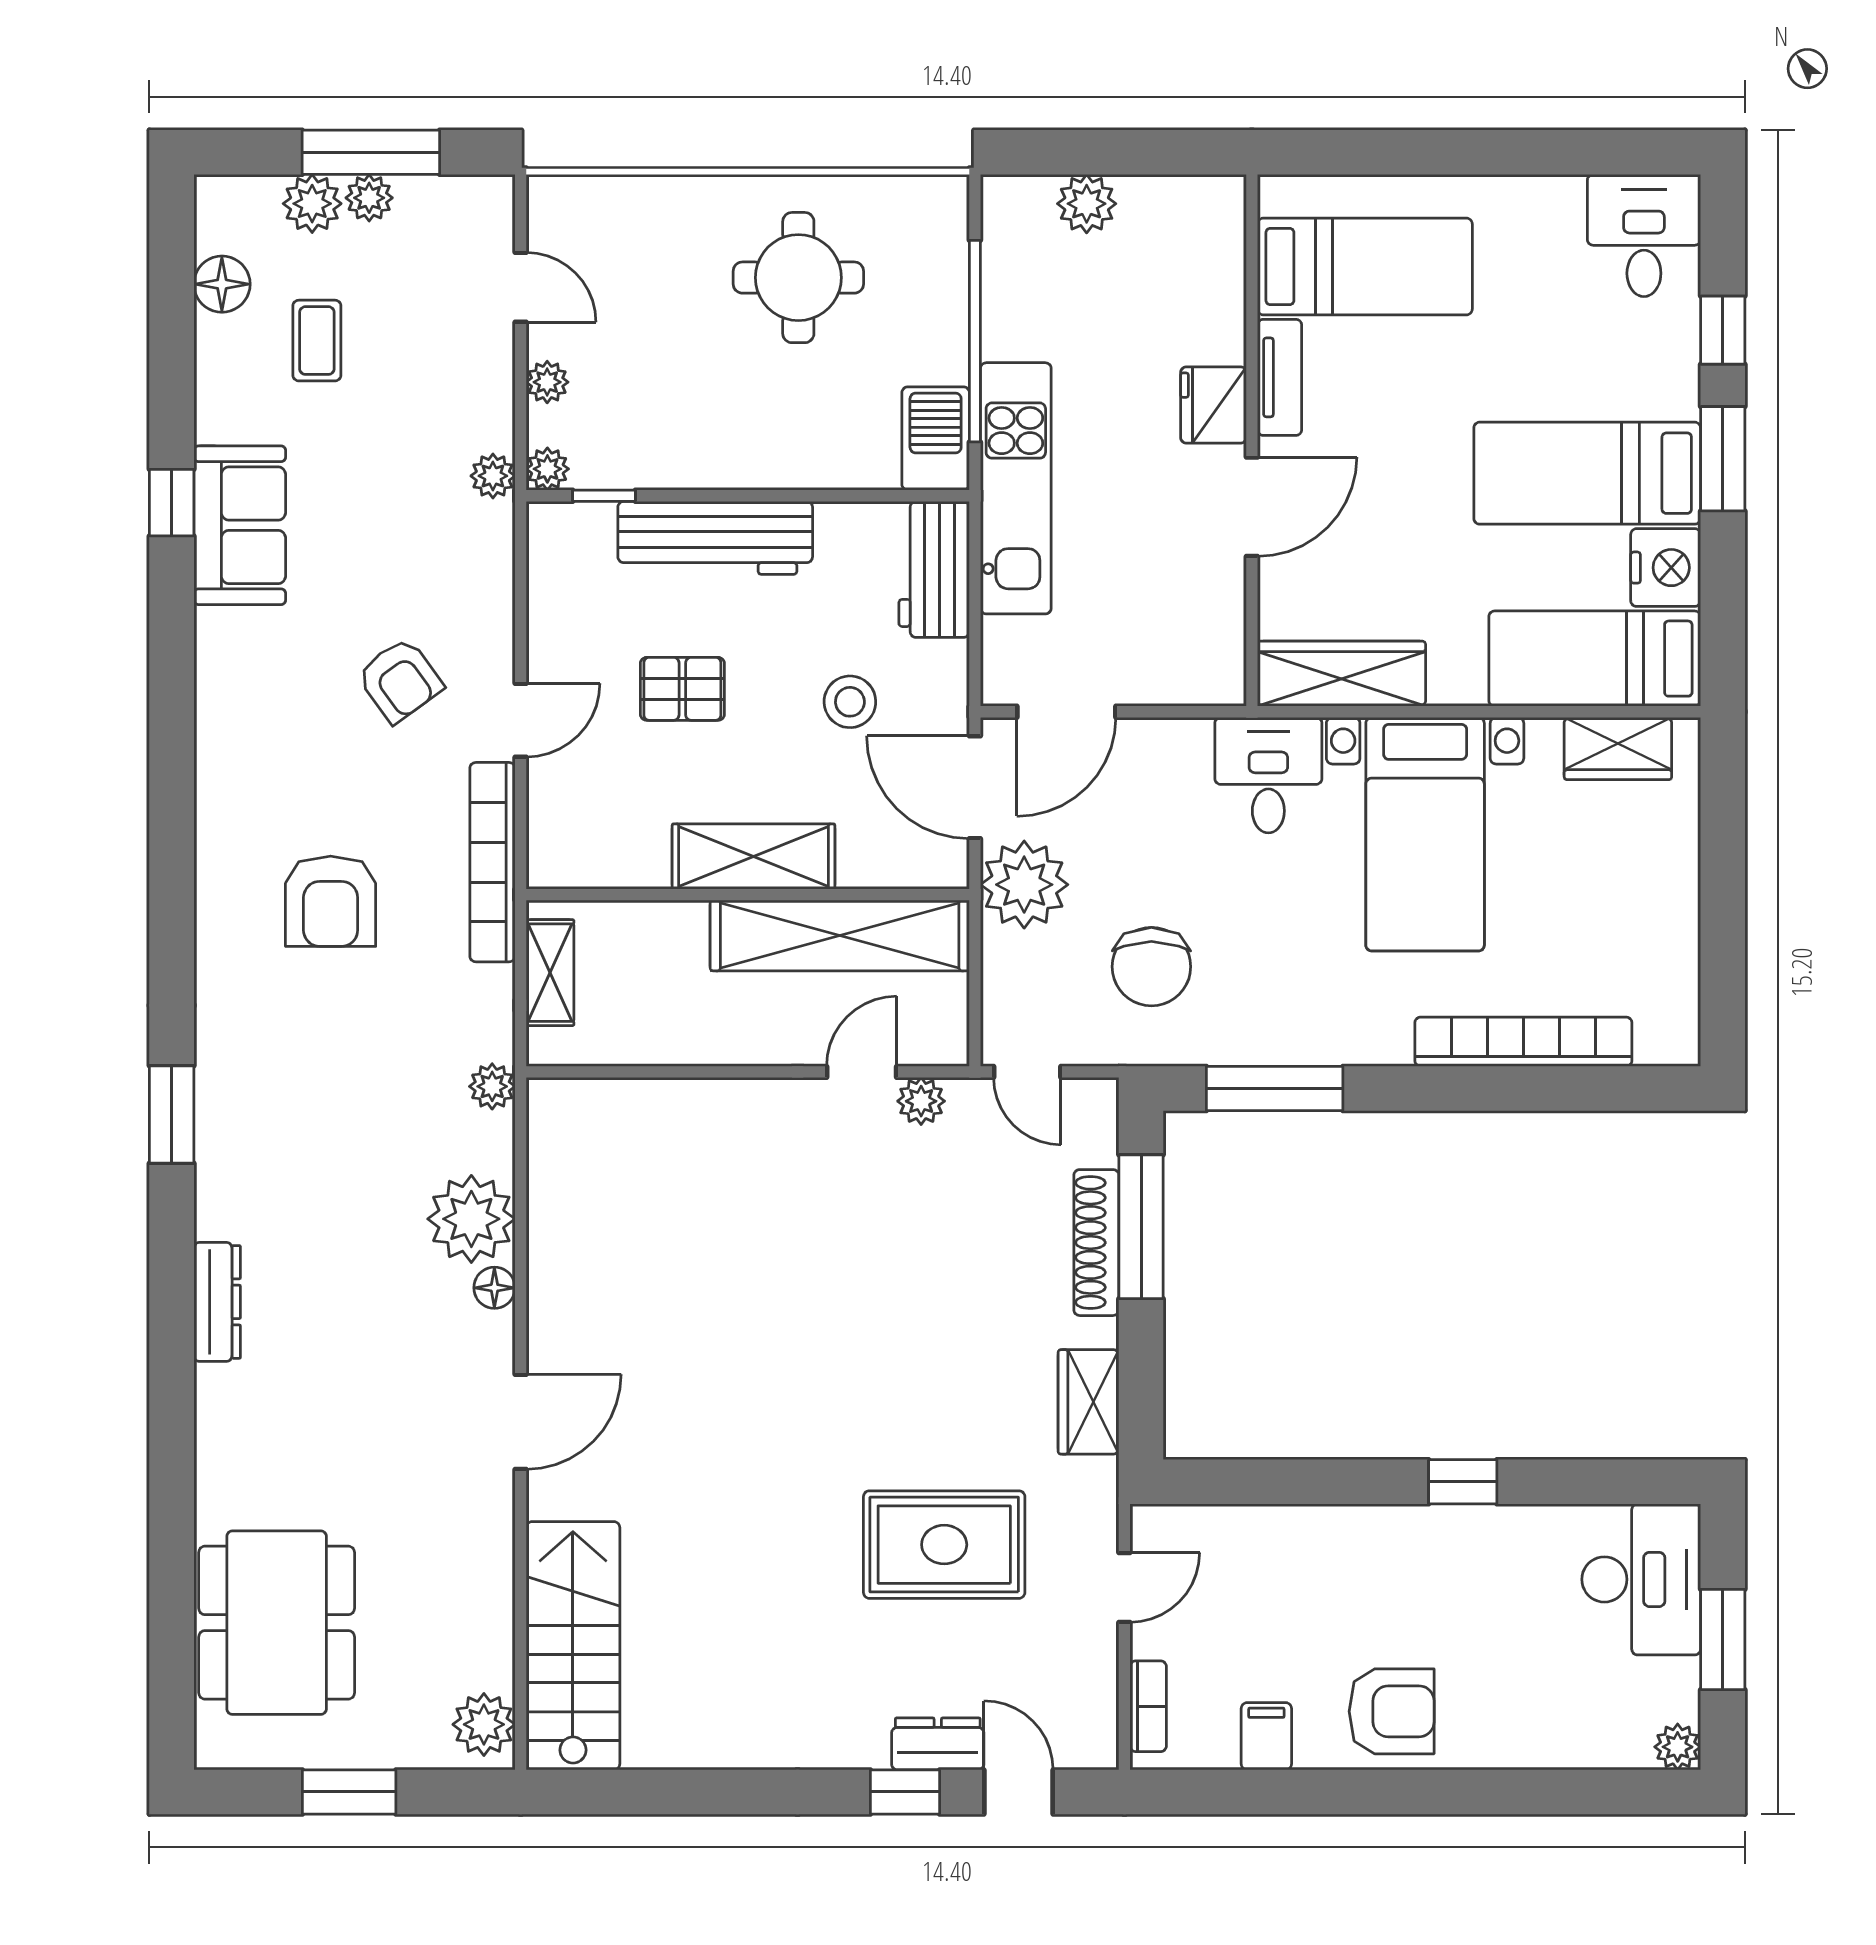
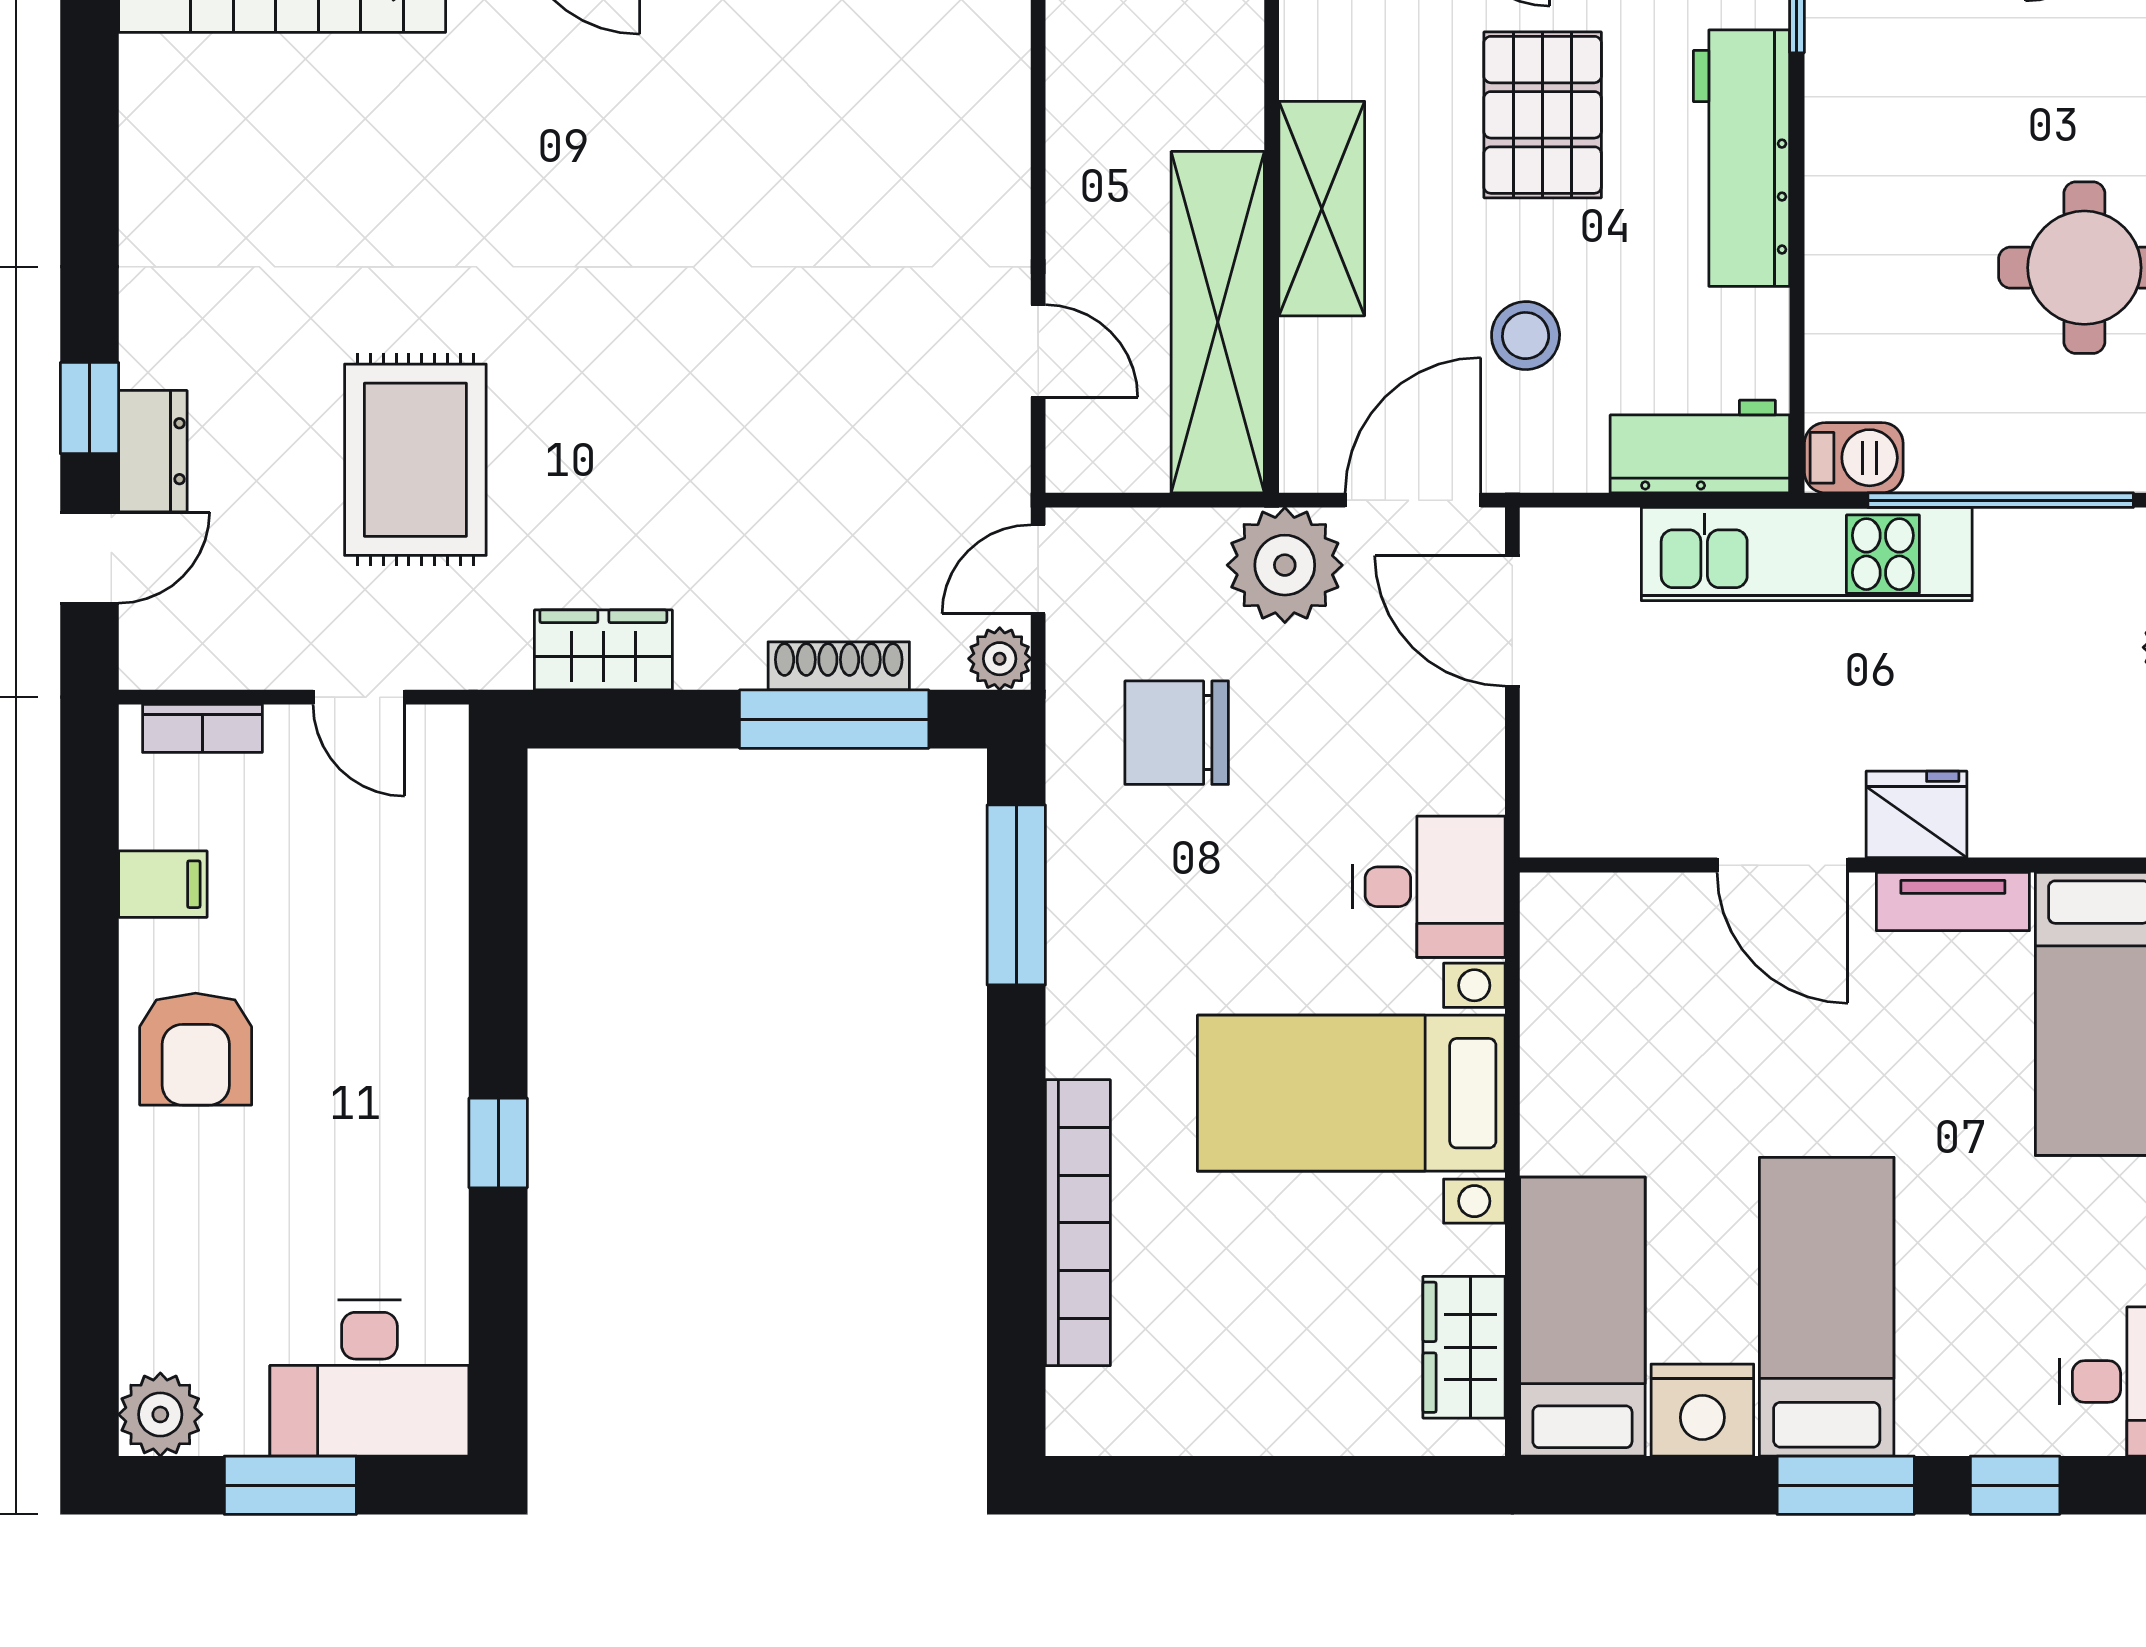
barbecue: (936, 439) -> (1854, 458), width x0.73, depth x0.79
wardrobe: (1341, 674) -> (1563, 983), removed
pallet: (682, 689) -> (1543, 115), width x1.50, depth x1.42
plant: (921, 1101) -> (1000, 659), moved
shoe rack: (1096, 1243) -> (839, 666), width x0.74, depth x0.81
plant: (1678, 1747) -> (160, 1414), width x1.38, depth x1.38

